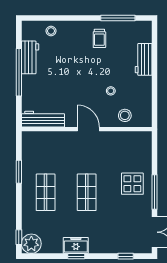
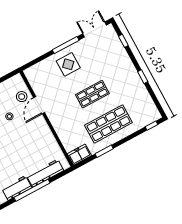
workbench: (43, 119) -> (45, 173), moved, turned 90
door: (88, 129) -> (39, 105), moved
shop shelf: (46, 192) -> (108, 124), width x1.43, depth x1.36
plant: (31, 244) -> (151, 114), removed
freezer: (76, 245) -> (79, 155), moved, turned 90

